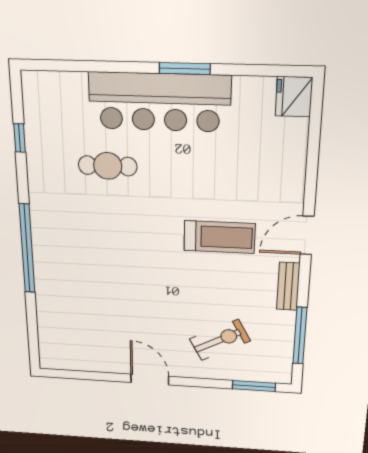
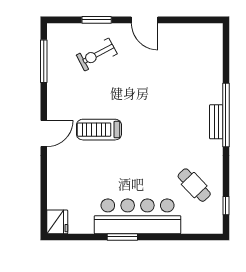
window: (20, 138) -> (226, 206), moved
cafe table: (108, 166) -> (194, 185), moved, turned 46
bench: (288, 286) -> (216, 122), moved
window: (254, 386) -> (97, 20), moved

